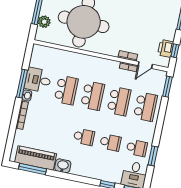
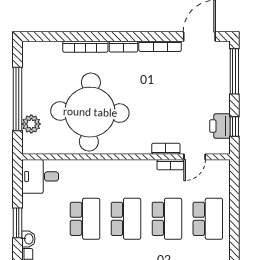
desk: (38, 80) -> (40, 176), moved
window: (22, 84) -> (18, 223), width x0.69
window: (167, 87) -> (234, 182), removed

